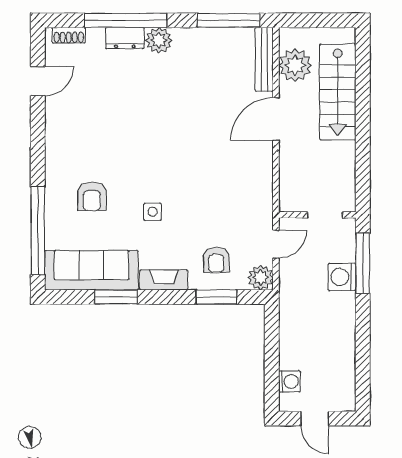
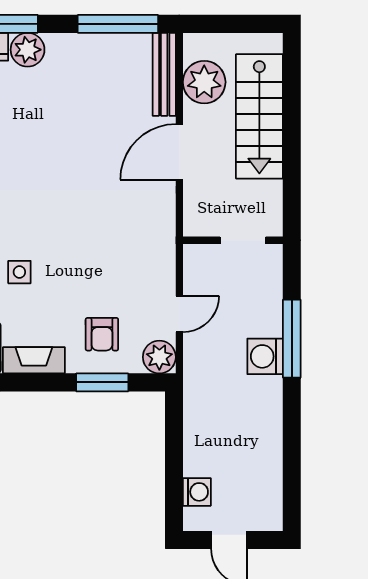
wall: (317, 215) -> (233, 240), moved
doorway: (325, 215) -> (243, 240), moved

